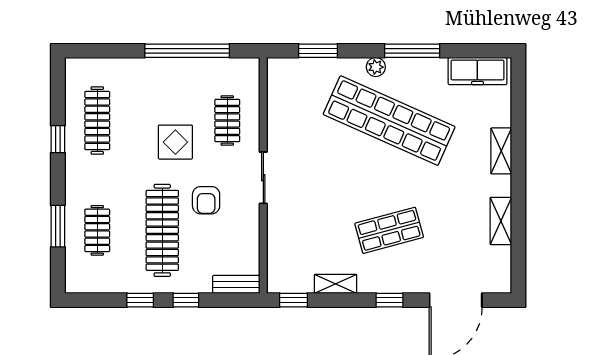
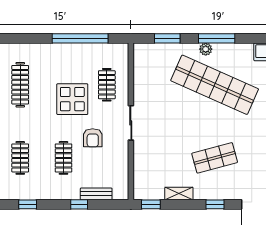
window: (412, 51) -> (217, 38), moved
display table: (175, 142) -> (72, 99), width x1.36, depth x1.36
clothes rail: (162, 230) -> (63, 158), width x0.54, depth x0.76
bench: (236, 284) -> (96, 194), moved
window: (140, 300) -> (28, 204), moved

